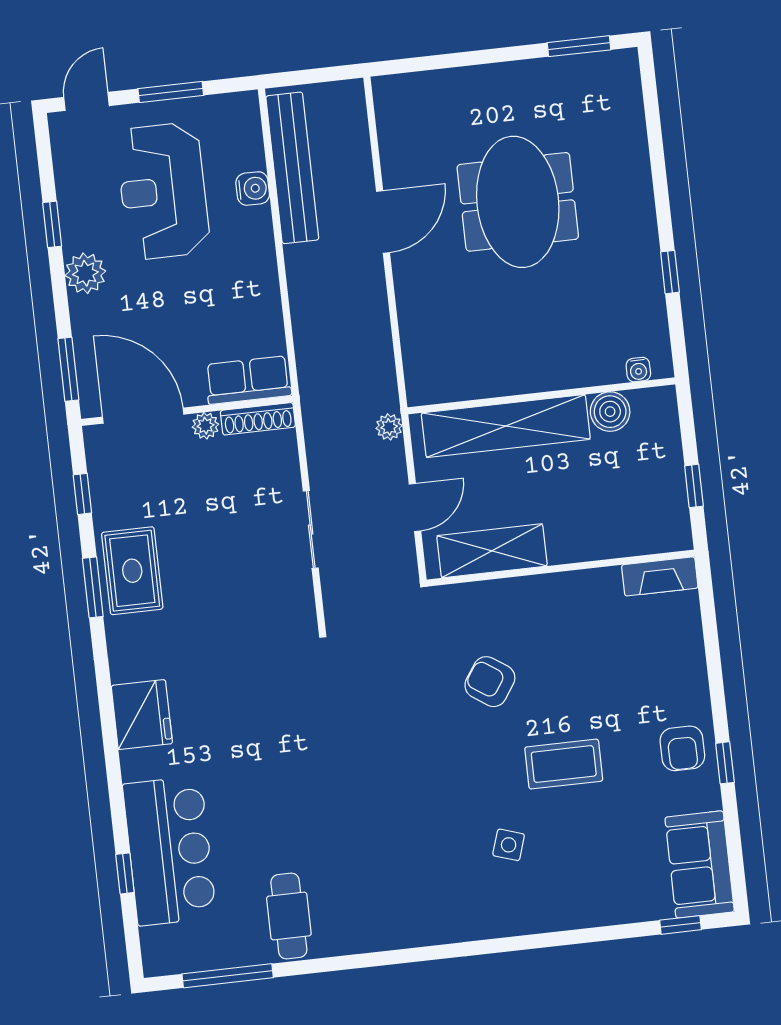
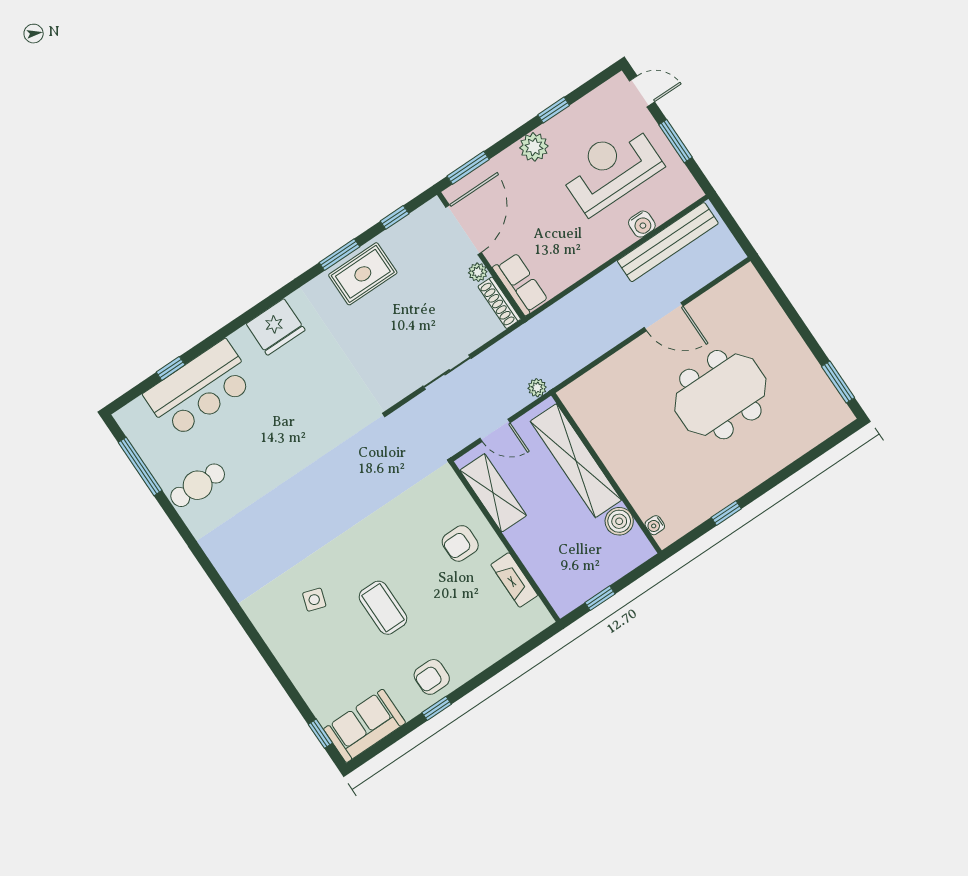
fireplace: (660, 576) -> (514, 580), moved
armchair: (490, 682) -> (460, 543), moved, turned -124

